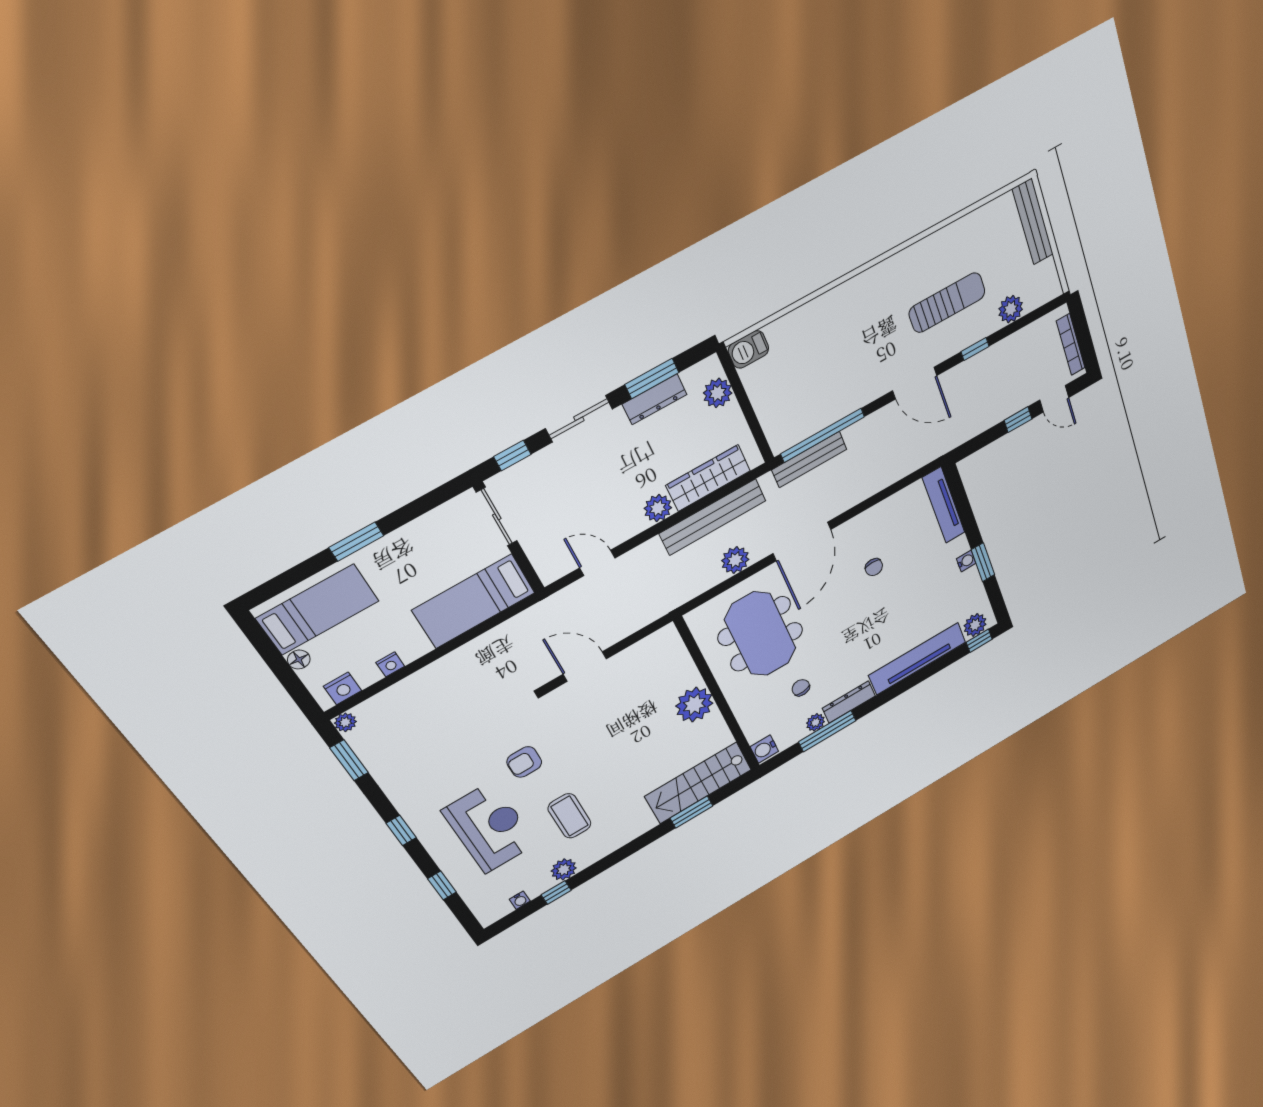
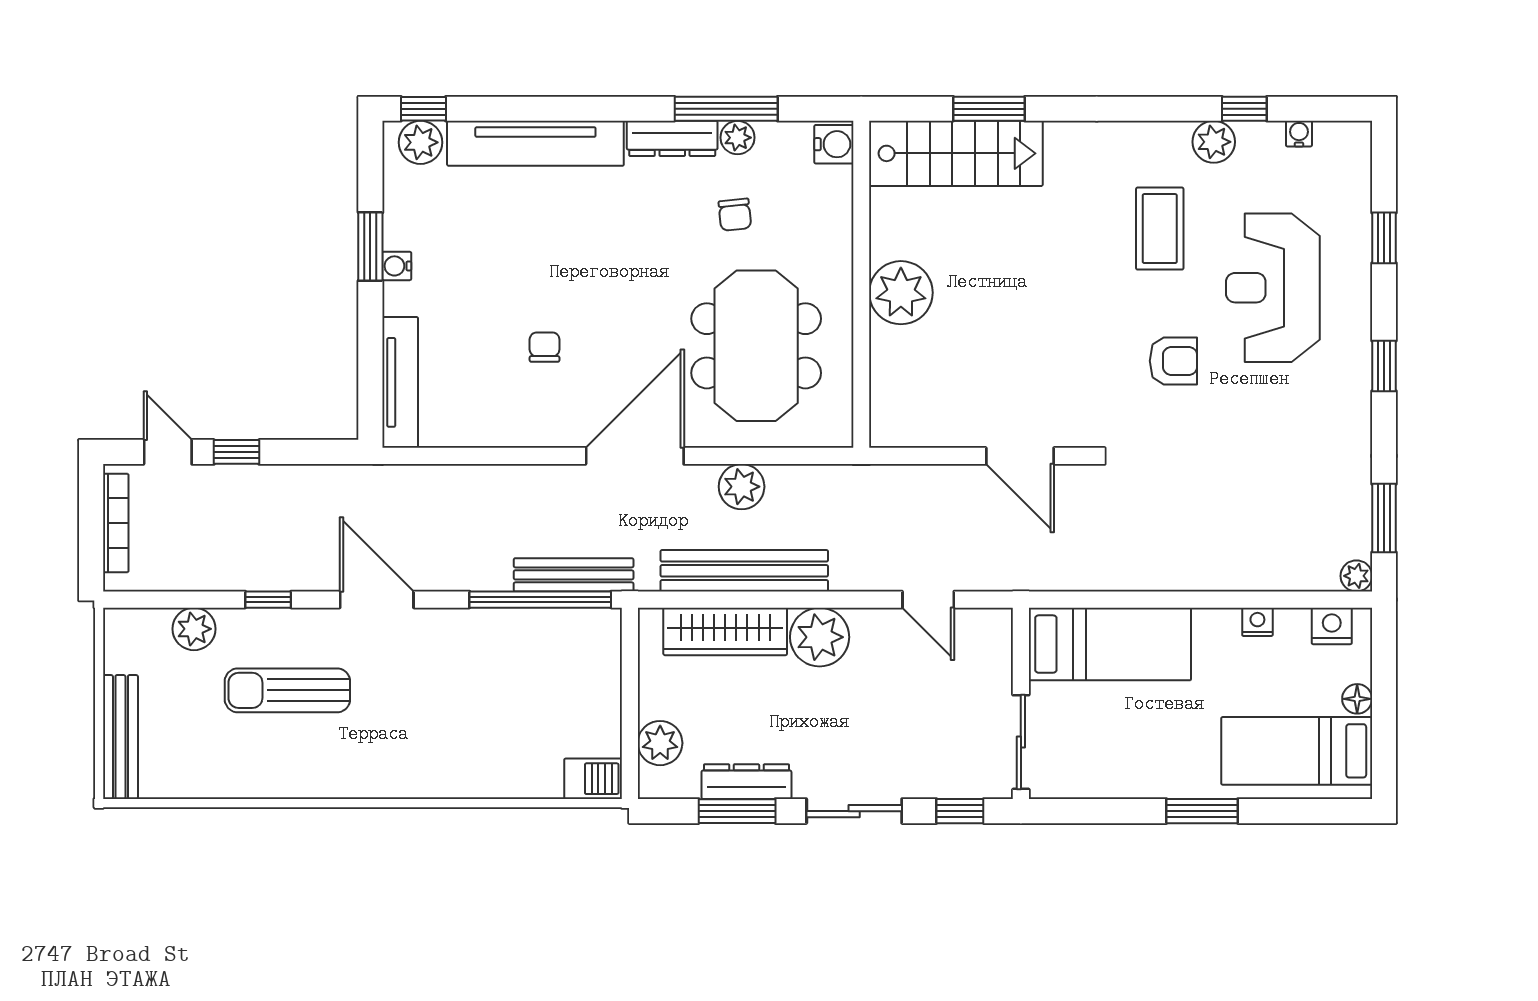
plant: (658, 508) -> (820, 637), width x1.36, depth x1.36

